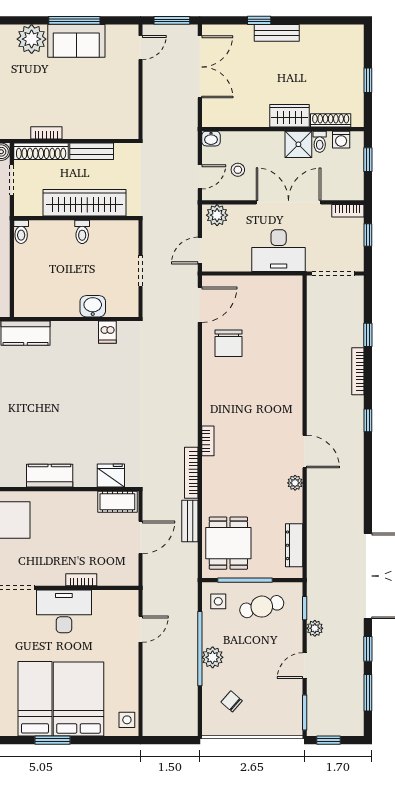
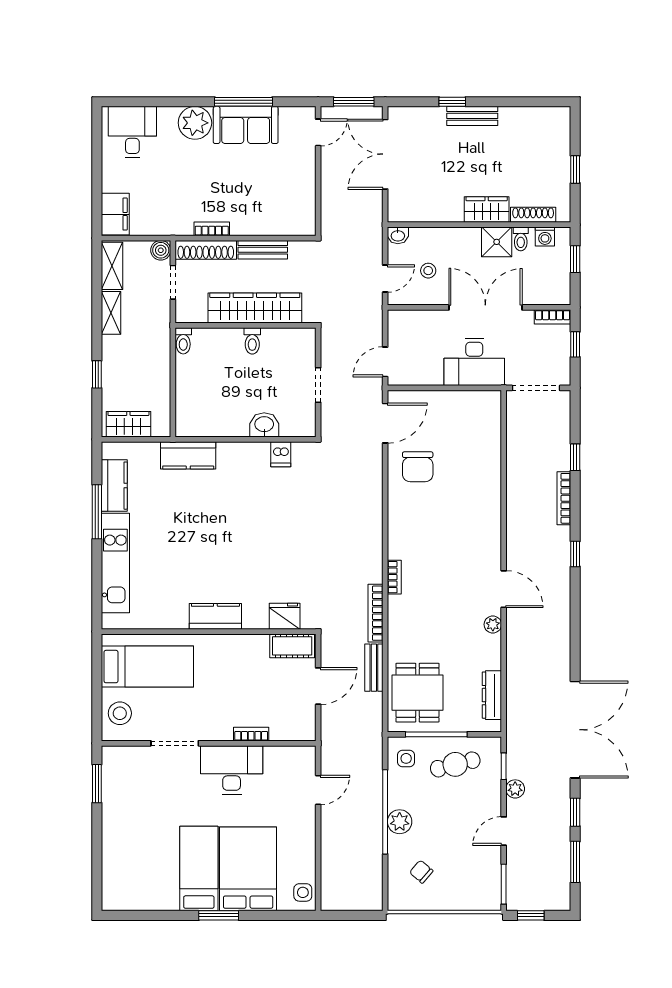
double door: (200, 67) -> (385, 154), swing flipped
plant: (217, 215) -> (405, 322), removed

